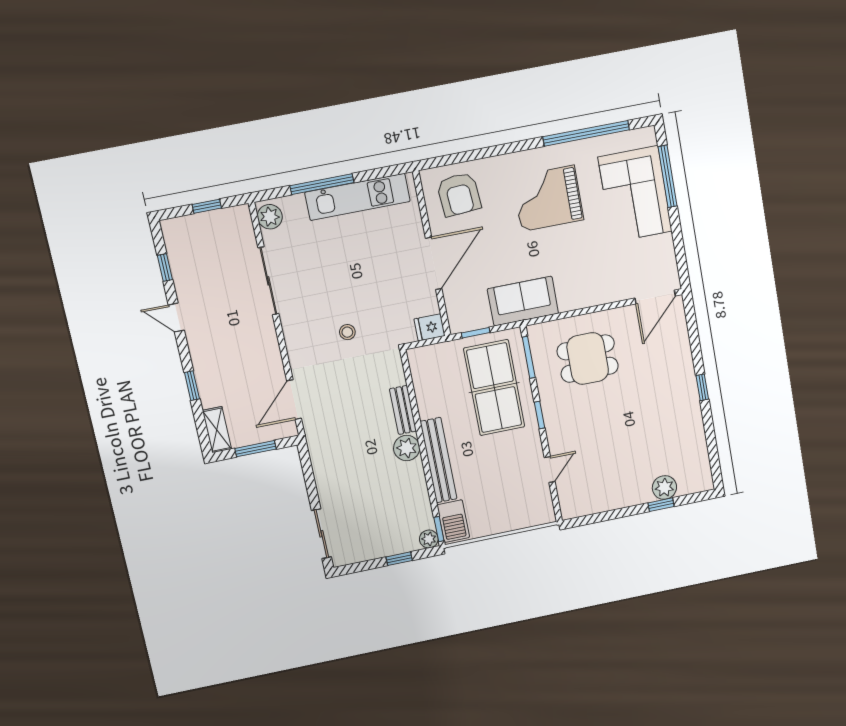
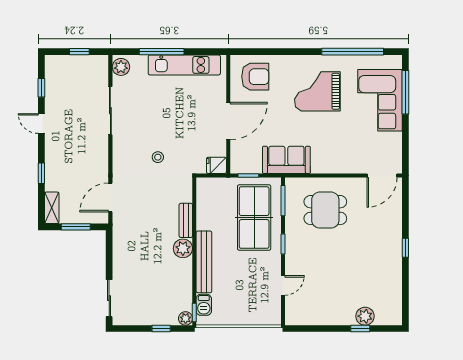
armchair: (459, 194) -> (255, 77), turned -86
barbecue: (453, 521) -> (204, 305), width x0.73, depth x0.79

